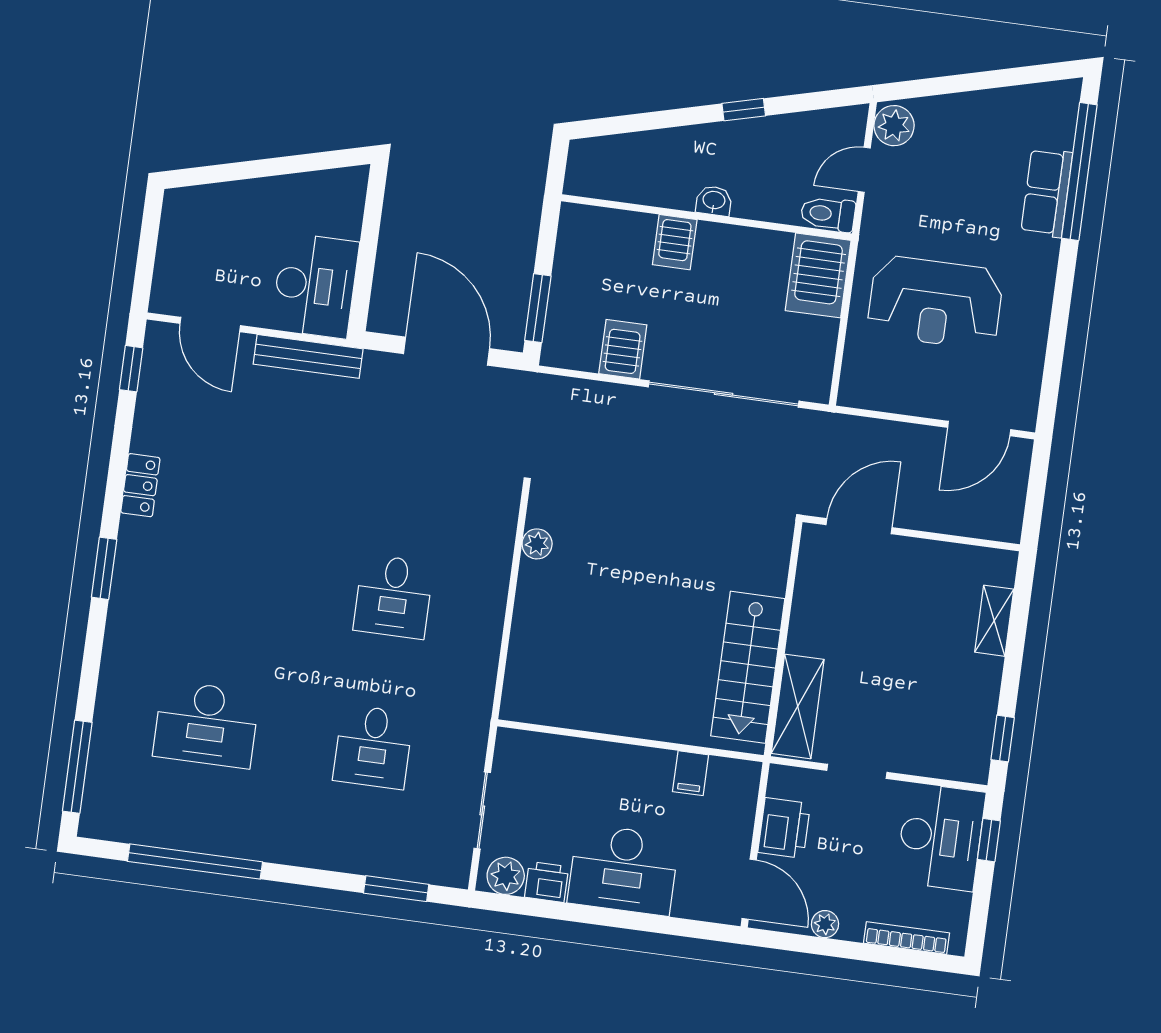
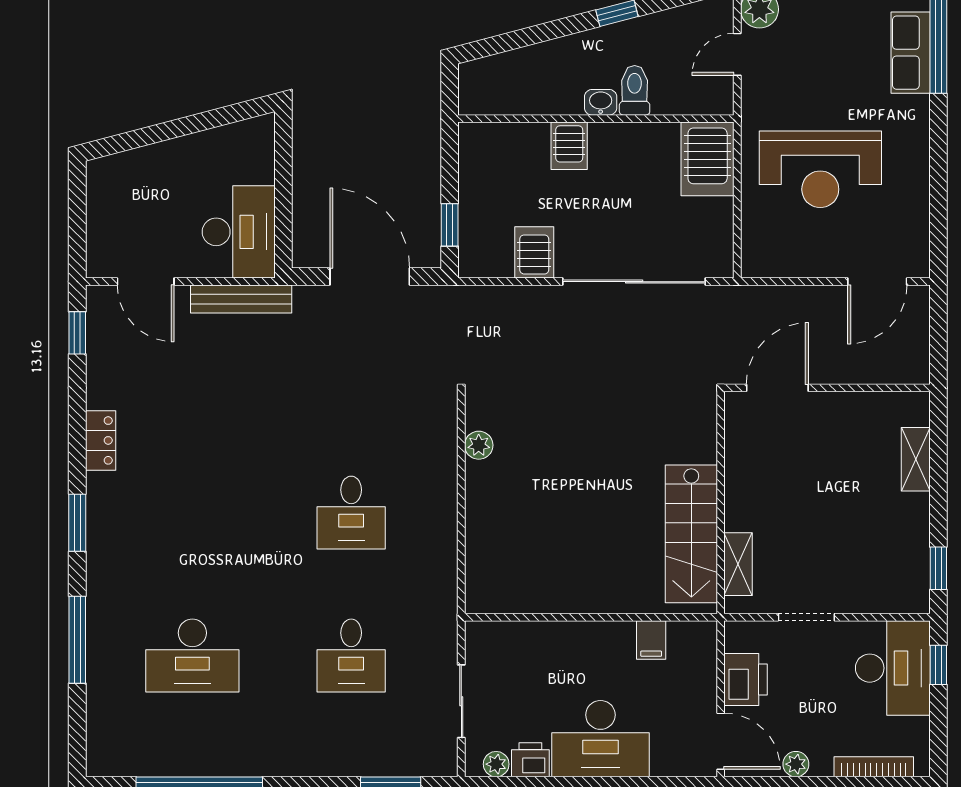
toilet: (828, 214) -> (635, 90), moved, turned 90
window: (538, 308) -> (450, 225), width x0.67
shelving: (798, 706) -> (738, 564), width x0.67, depth x0.75
window: (77, 767) -> (77, 640), moved
plant: (506, 876) -> (496, 764), width x0.73, depth x0.73

